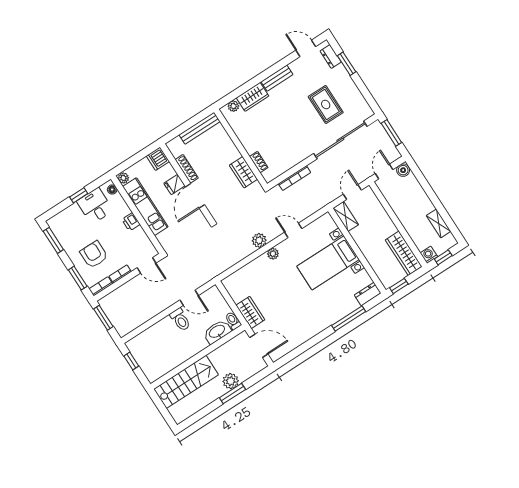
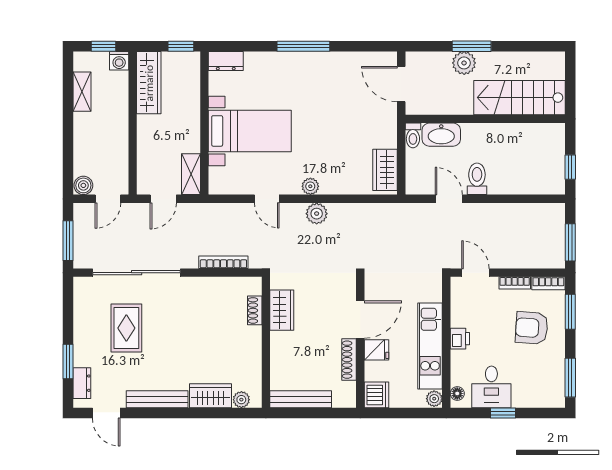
bench: (277, 78) -> (157, 399), width x1.36
armchair: (94, 255) -> (532, 328), turned 94
wardrobe: (250, 312) -> (385, 170), moved
window: (349, 318) -> (303, 46), moved

